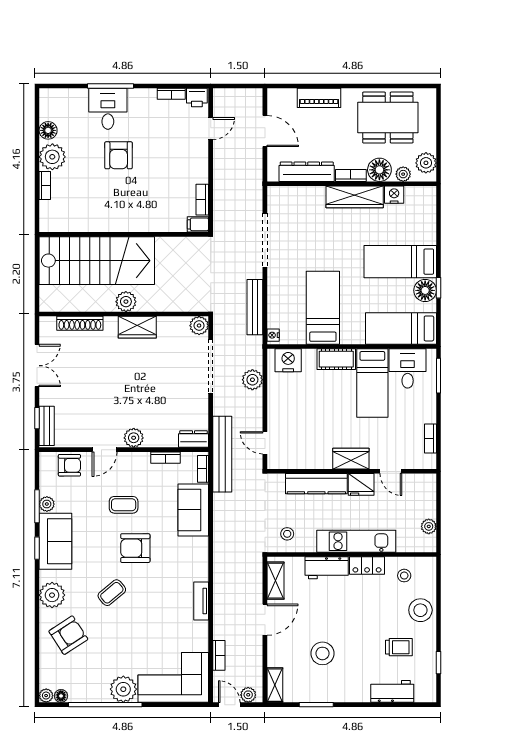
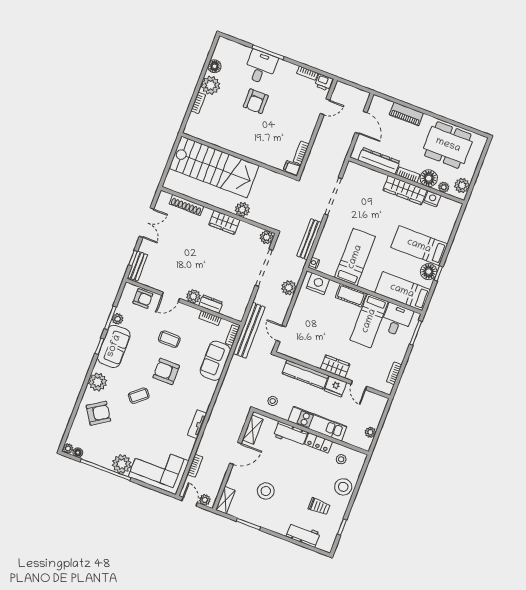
plant: (126, 302) -> (242, 209), moved
dresser: (194, 439) -> (211, 304), moved

